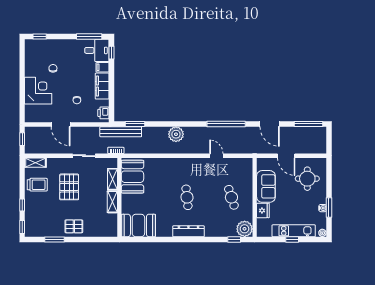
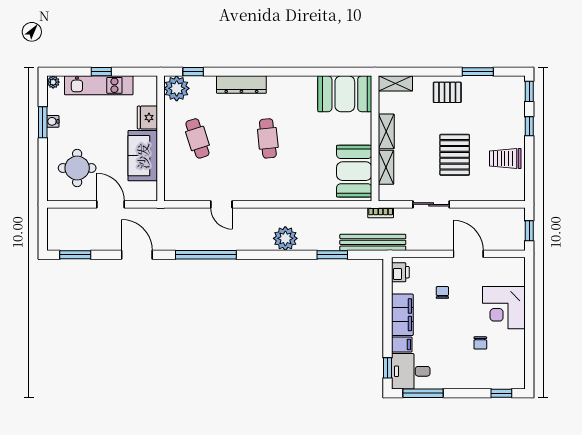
window: (135, 124) -> (332, 255), moved
window: (308, 124) -> (75, 255), width x0.69
shelving: (35, 163) -> (395, 83), moved
dresser: (188, 231) -> (241, 85), moved

